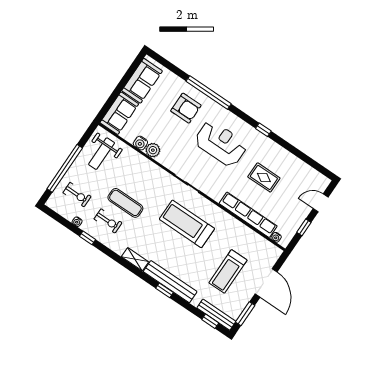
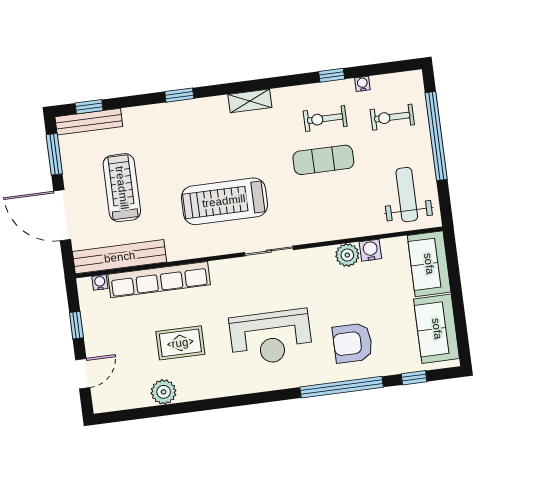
window: (263, 130) -> (414, 378), moved
plant: (291, 162) -> (164, 392), added
treadmill: (187, 224) -> (224, 201), turned 180
bench: (170, 282) -> (120, 257), moved

